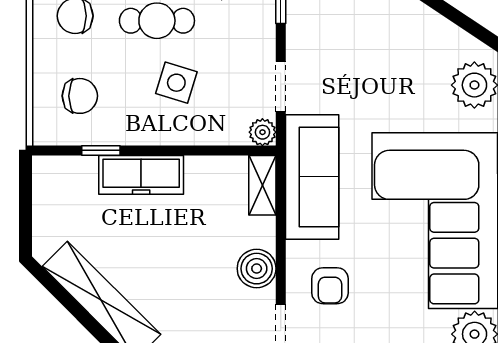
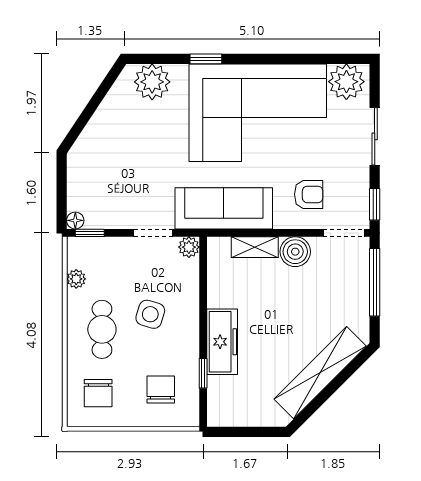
shelving: (262, 185) -> (255, 247), moved

